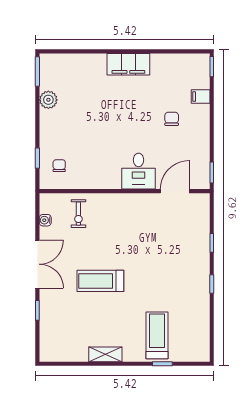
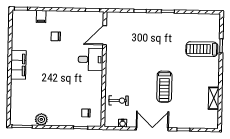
door: (175, 191) -> (105, 35), hinge flipped
shelving: (105, 354) -> (214, 98), moved

